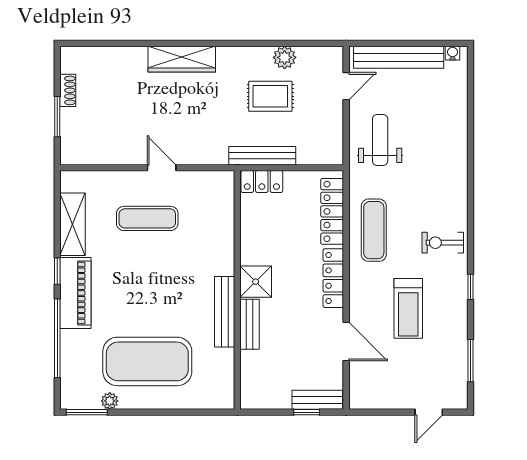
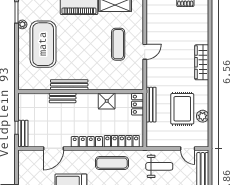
rug: (270, 96) -> (182, 109), width x1.36, depth x1.43
shower: (256, 282) -> (107, 101), moved

